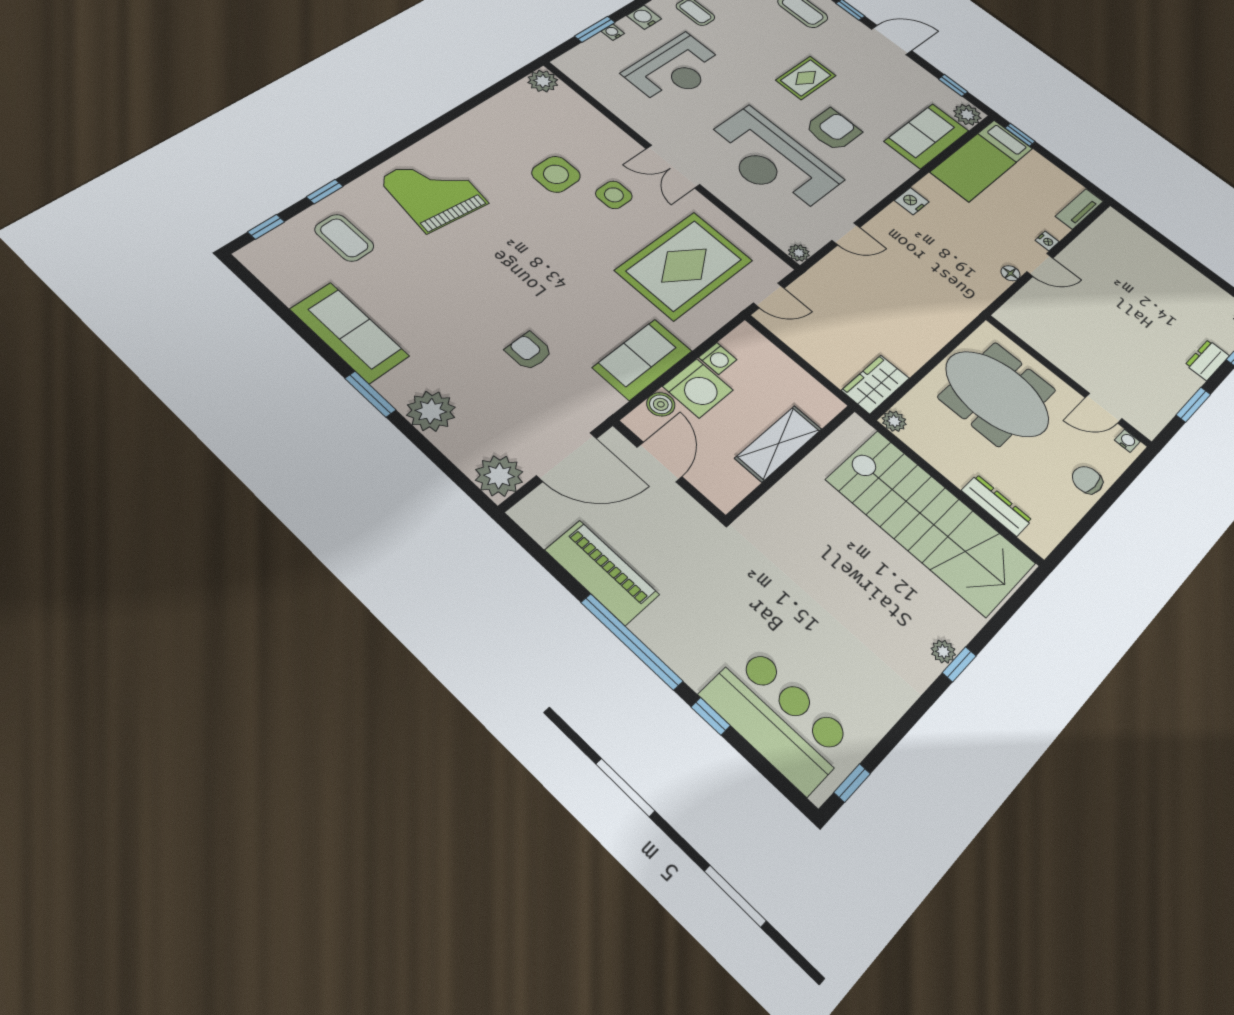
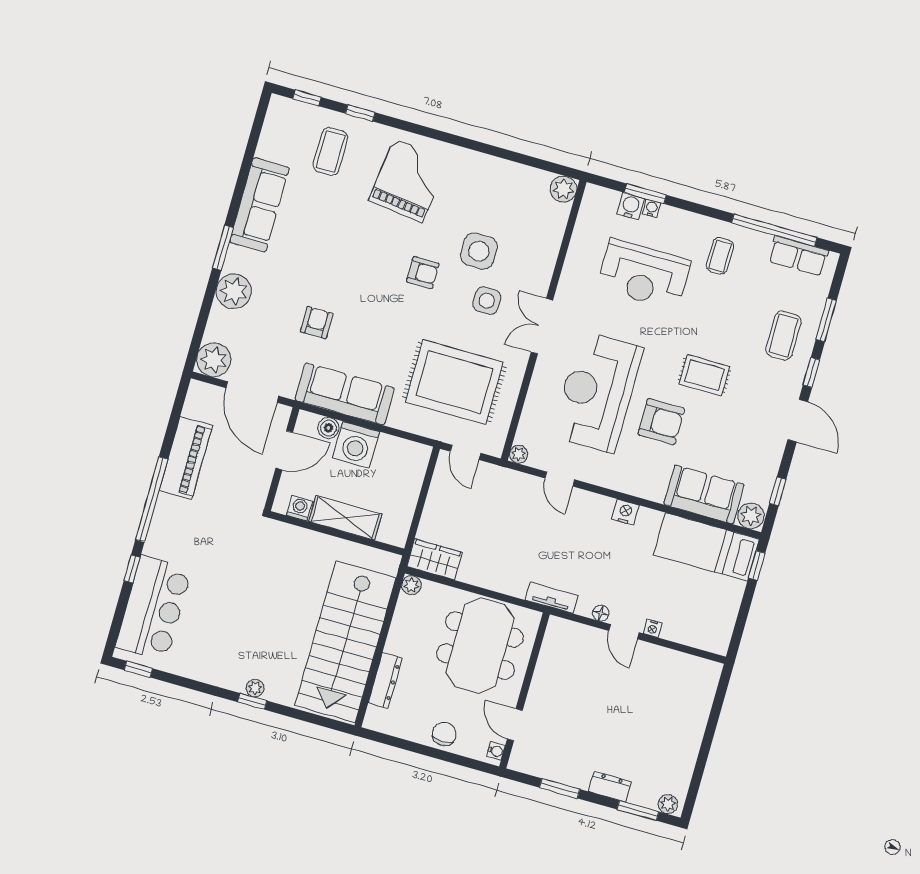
water cooler: (644, 17) -> (631, 206), moved
tv unit: (1079, 209) -> (552, 598), moved
armchair: (544, 230) -> (423, 273), added
sofa: (642, 359) -> (345, 394), width x1.36
washing machine: (718, 359) -> (299, 508), moved, turned 180

